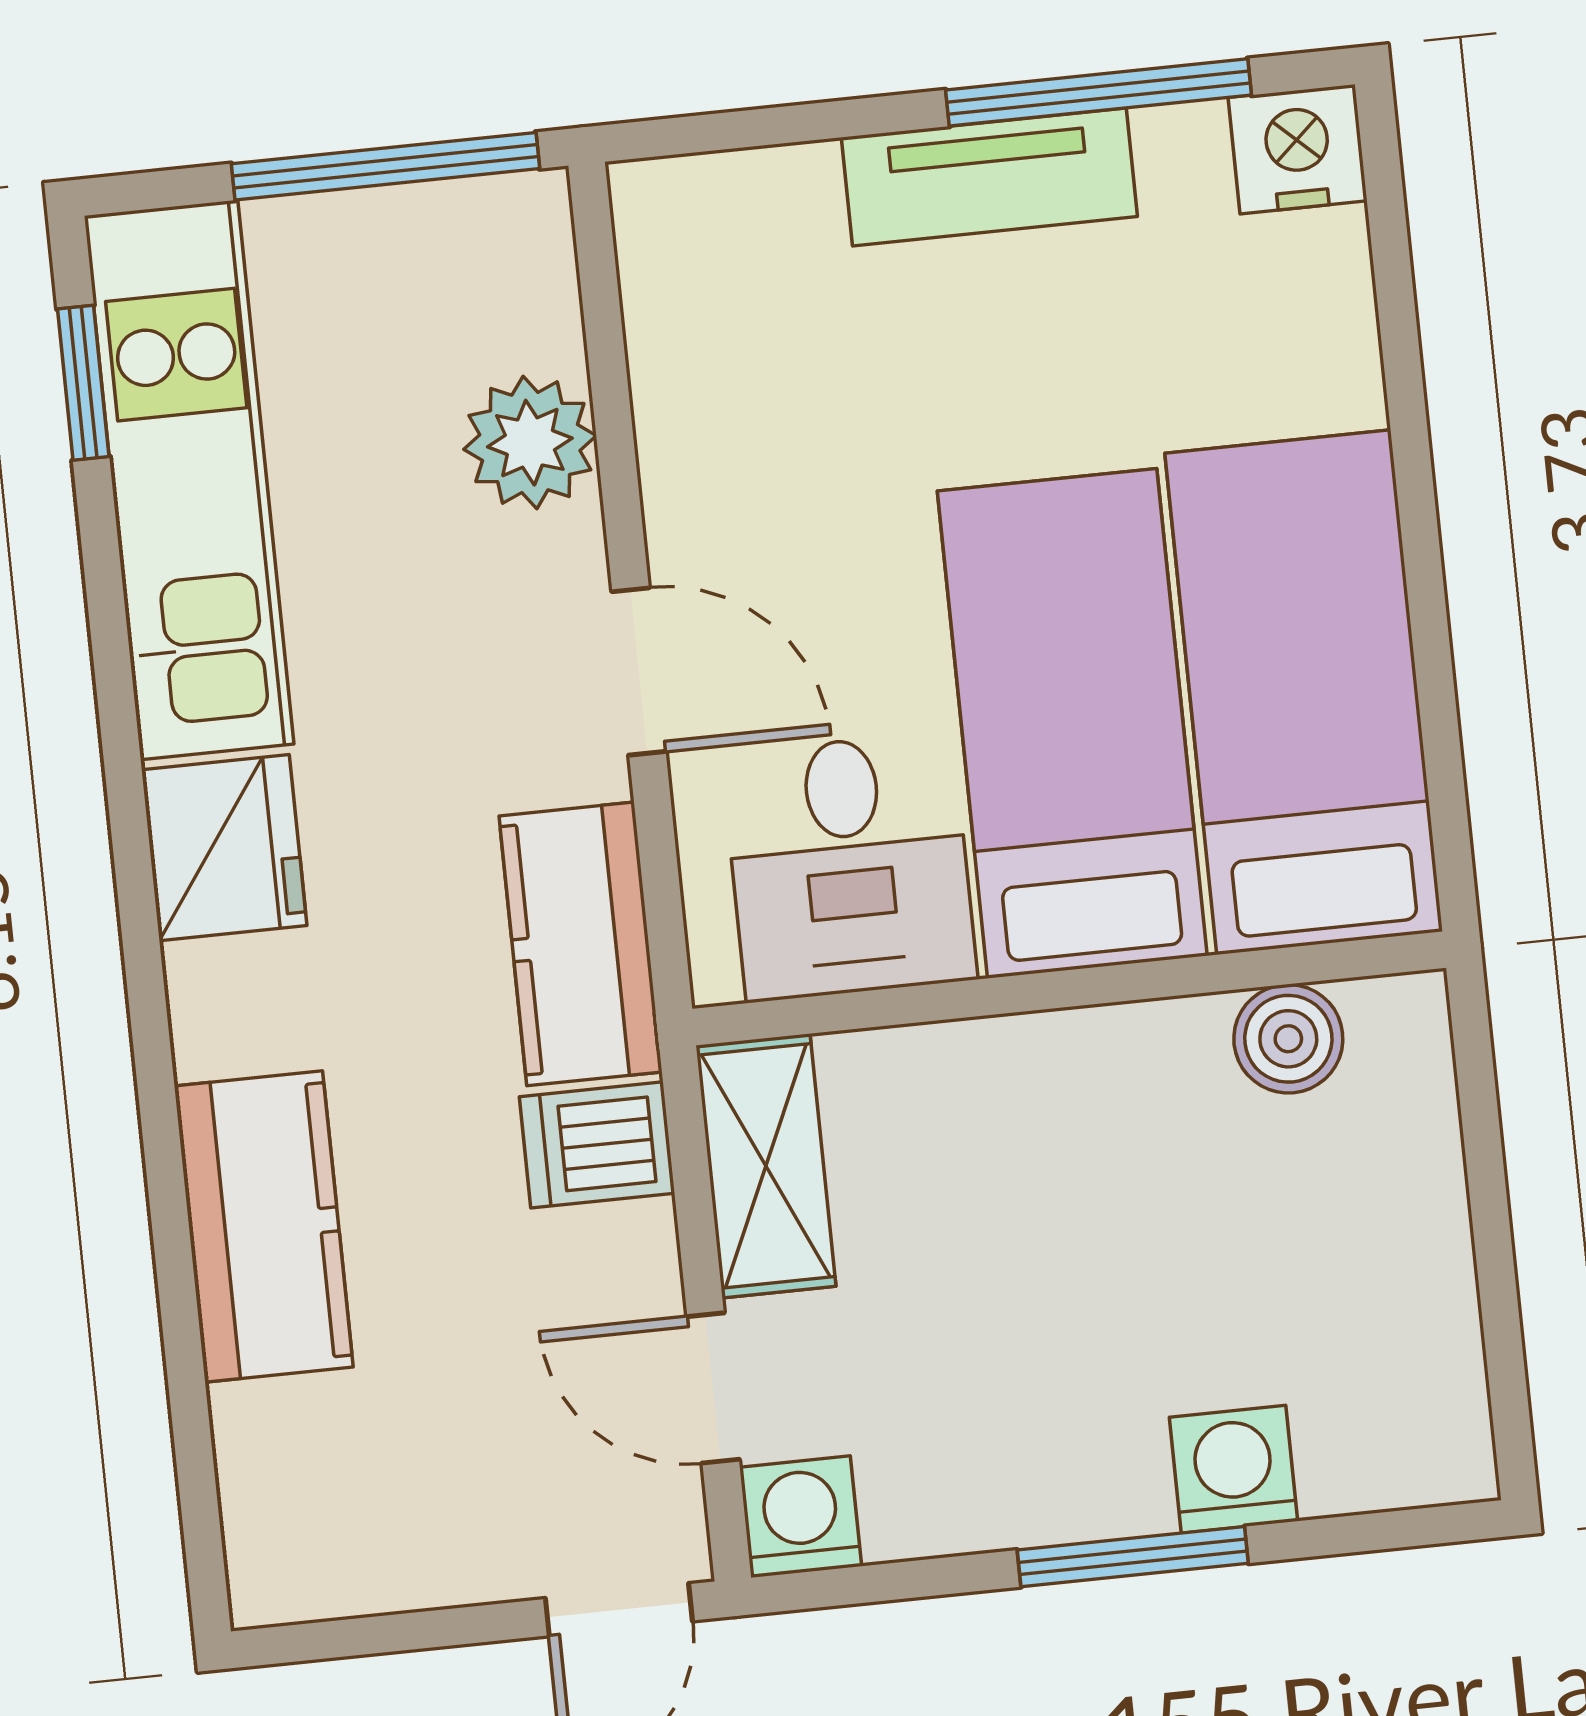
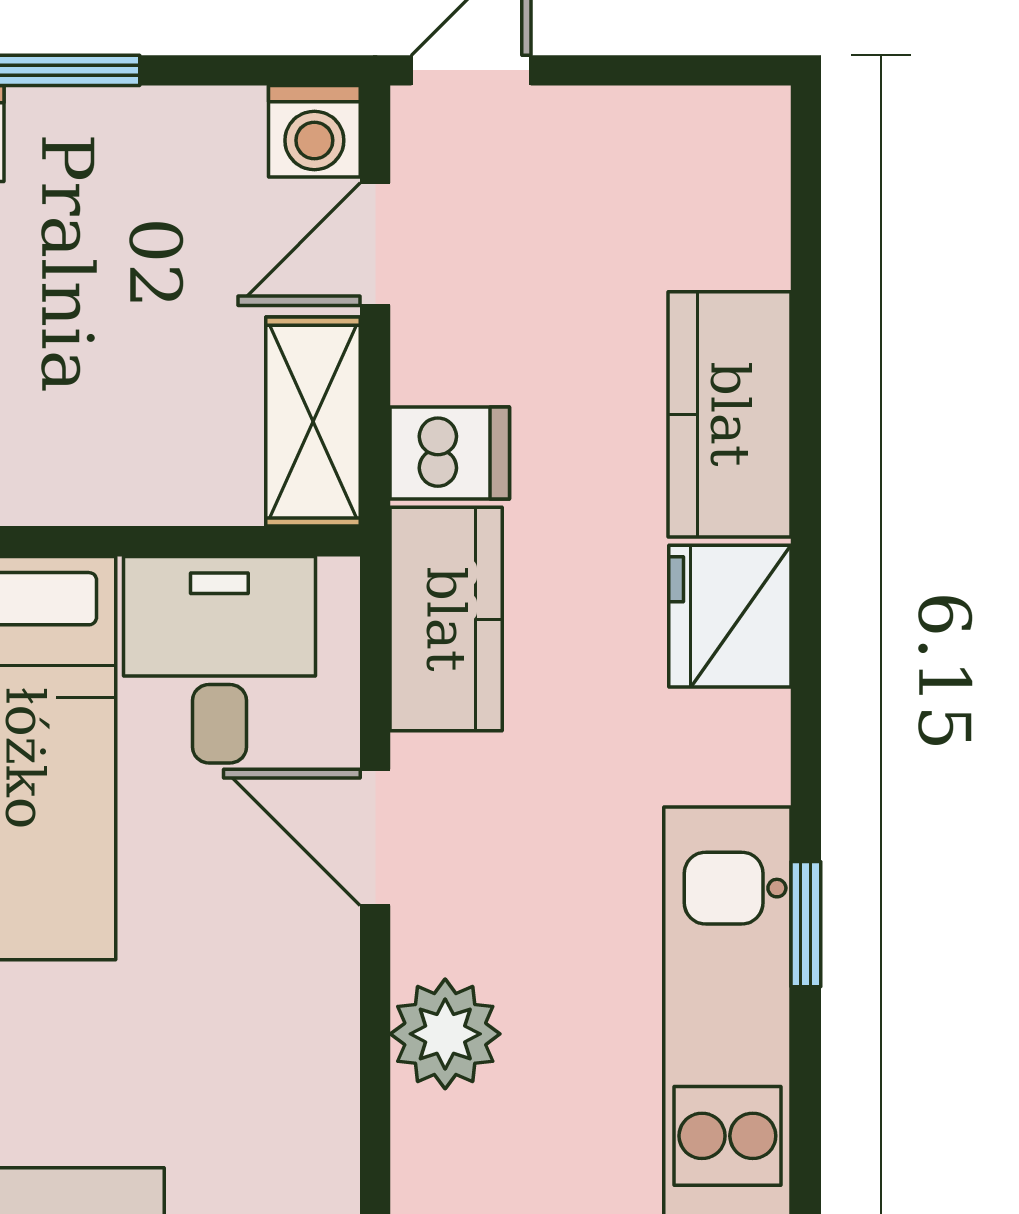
window: (83, 383) -> (806, 924), moved
fridge: (224, 848) -> (730, 616), moved
door: (713, 1388) -> (375, 244), swing flipped

